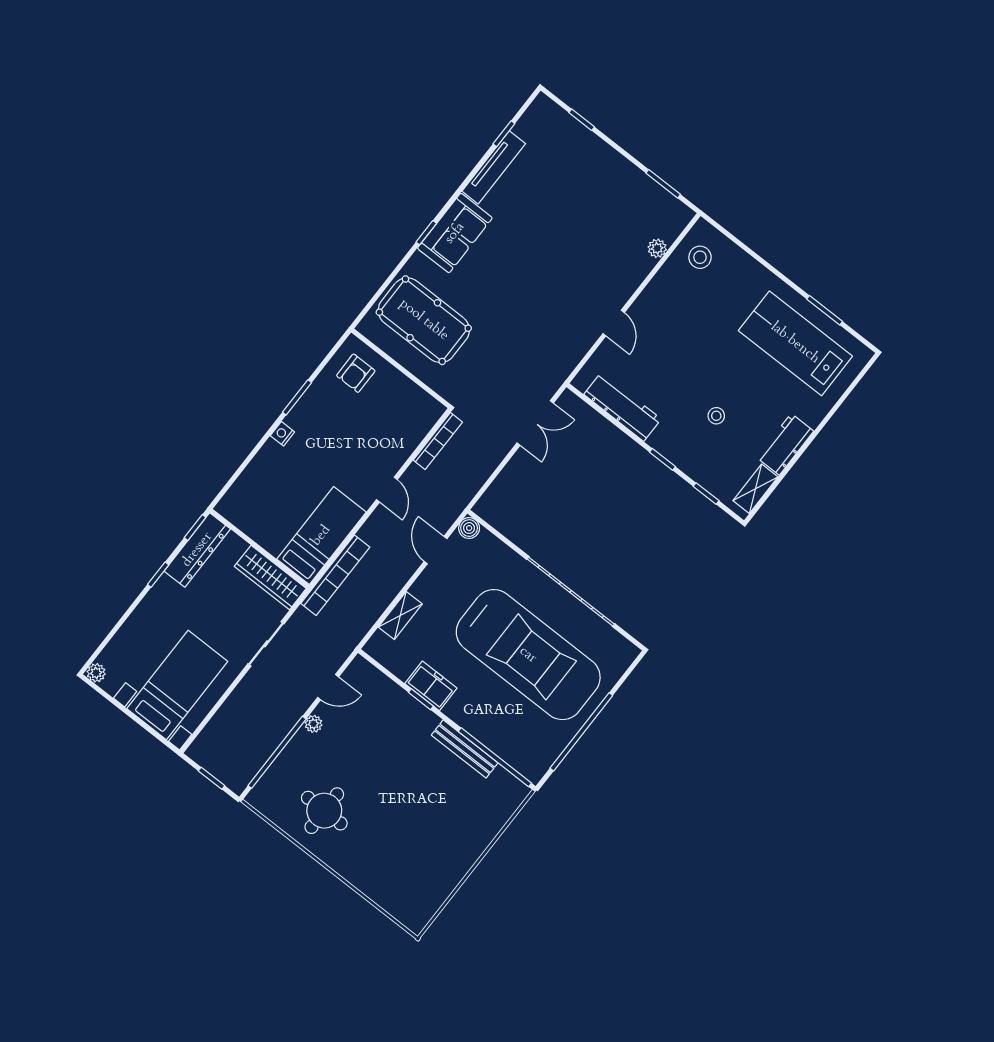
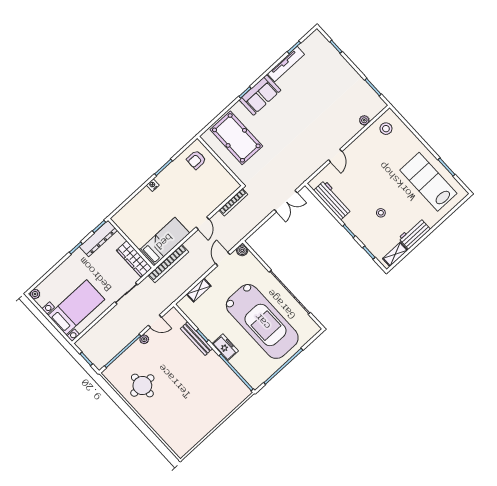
freezer: (431, 686) -> (225, 347), moved
bench: (465, 749) -> (196, 339), moved

